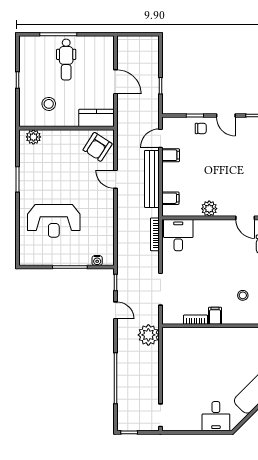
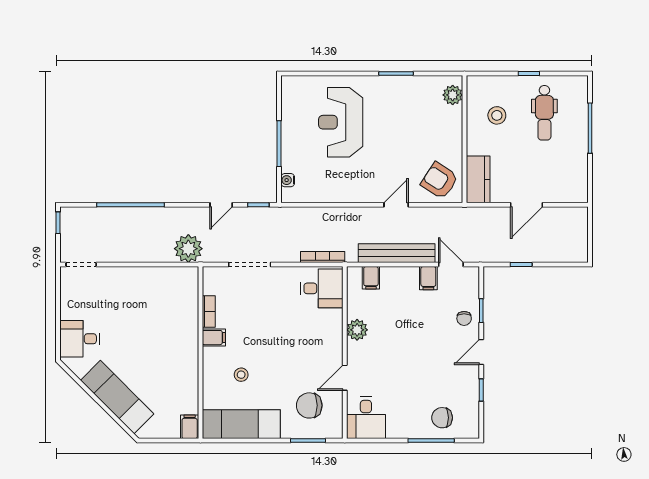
dental chair: (66, 60) -> (544, 113), moved, turned -90

